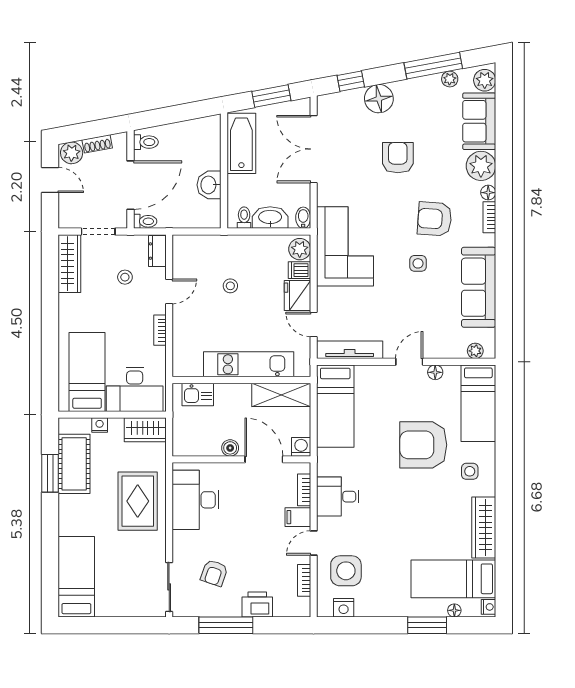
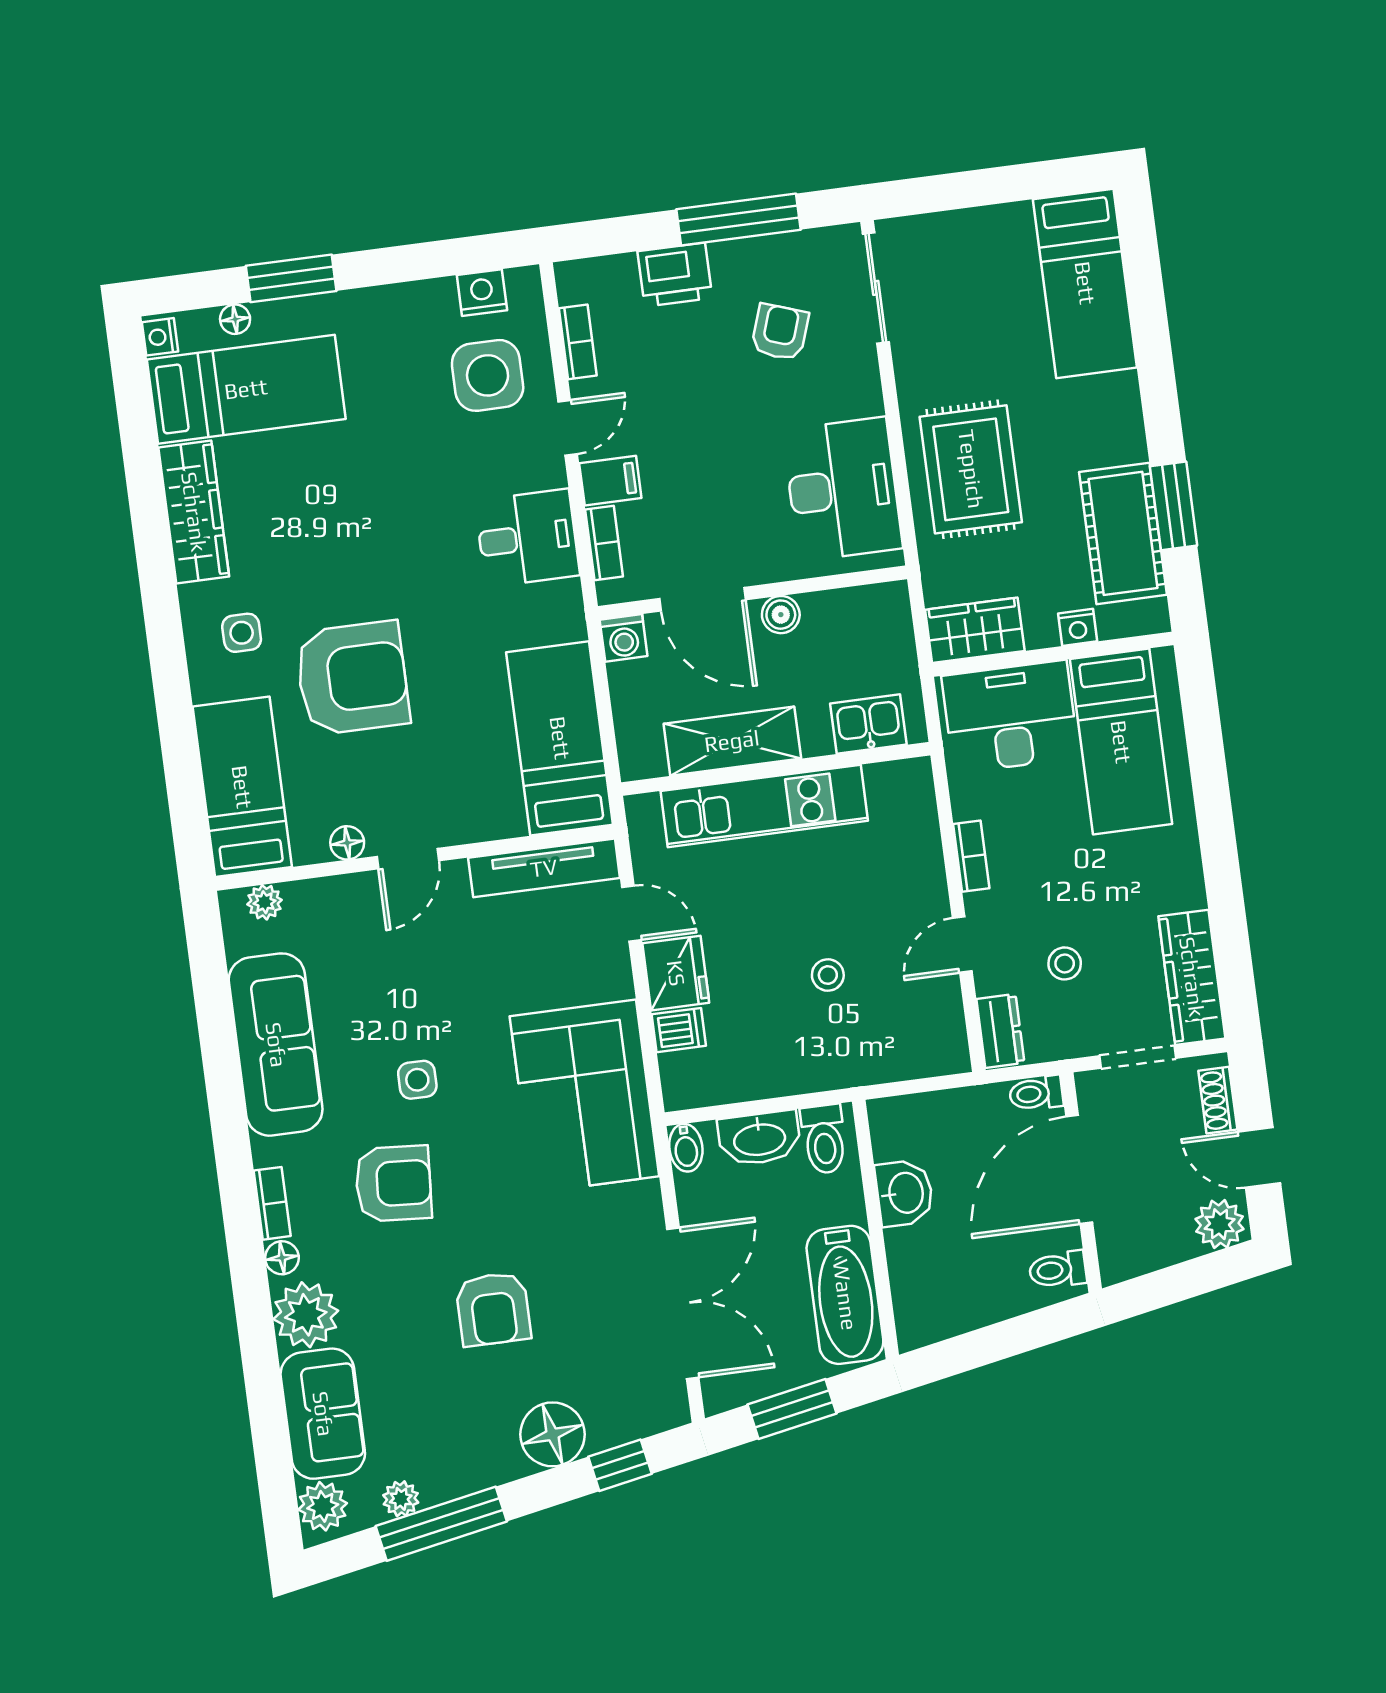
shoe rack: (97, 144) -> (1218, 1100), moved, turned -79
toilet: (244, 218) -> (824, 1139), width x1.37, depth x1.39
plant: (300, 249) -> (684, 1077), removed
shelving: (281, 395) -> (732, 741), moved

